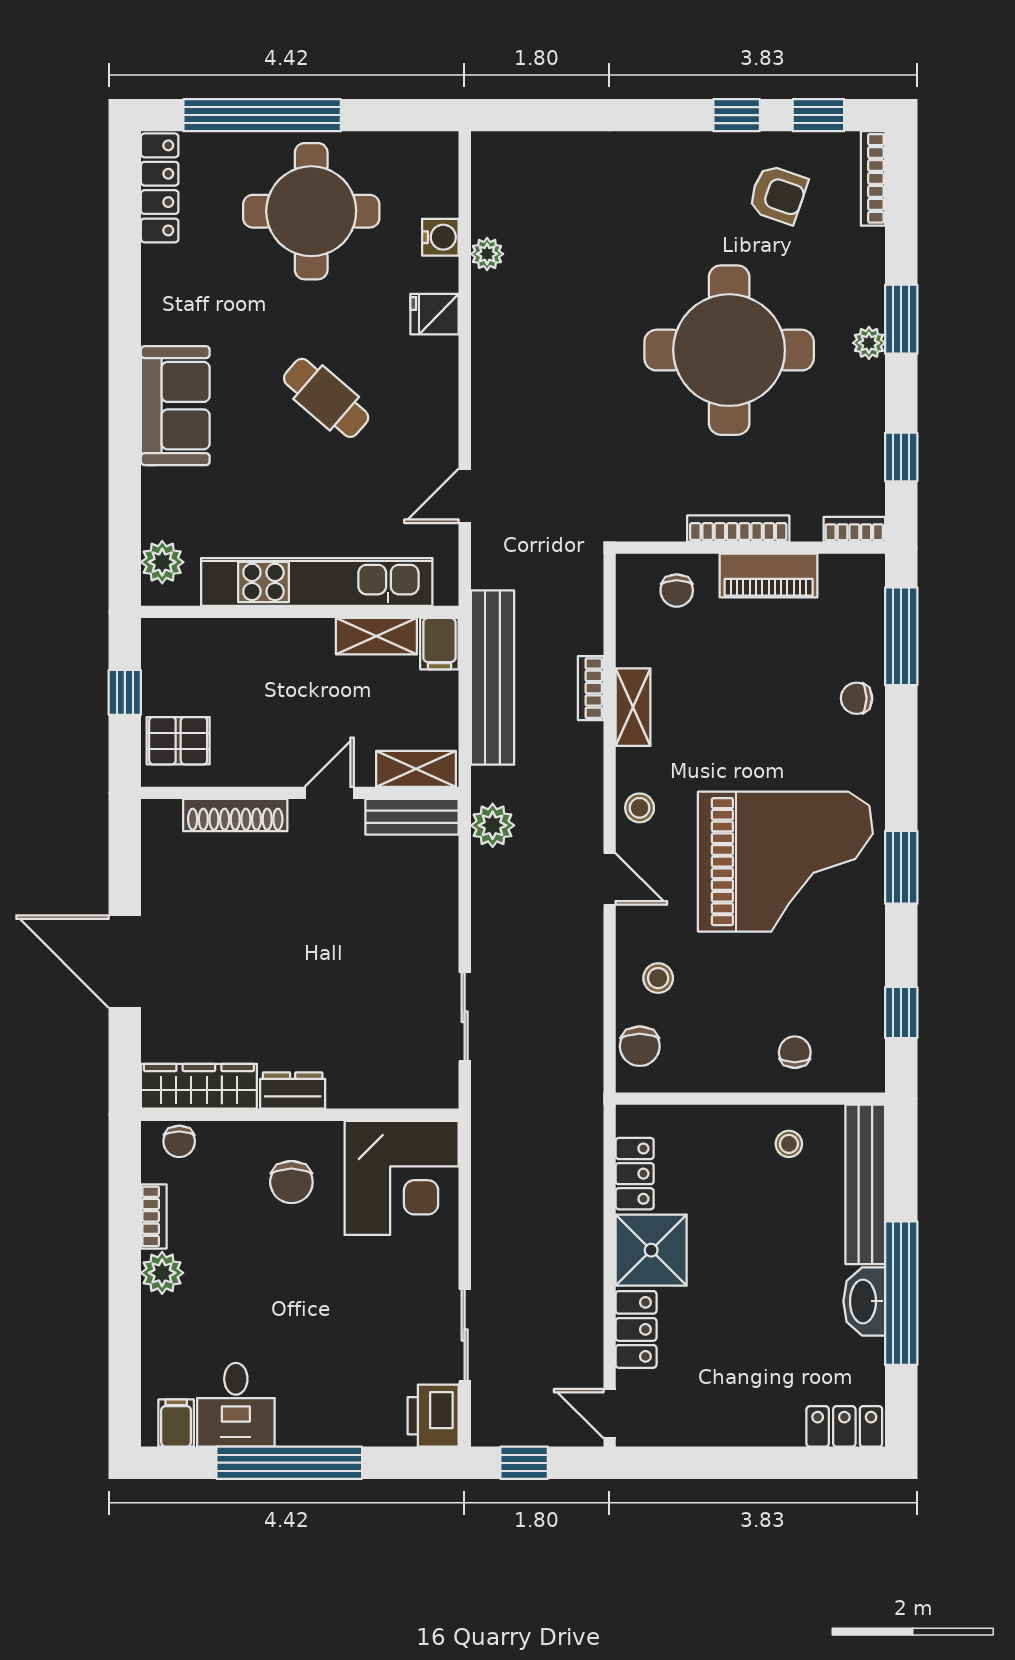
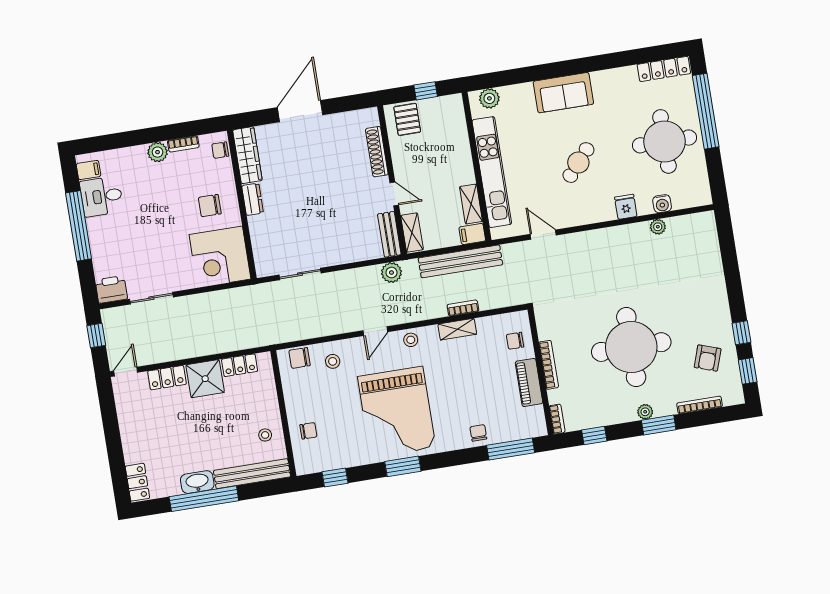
bookcase: (873, 178) -> (700, 405), moved

